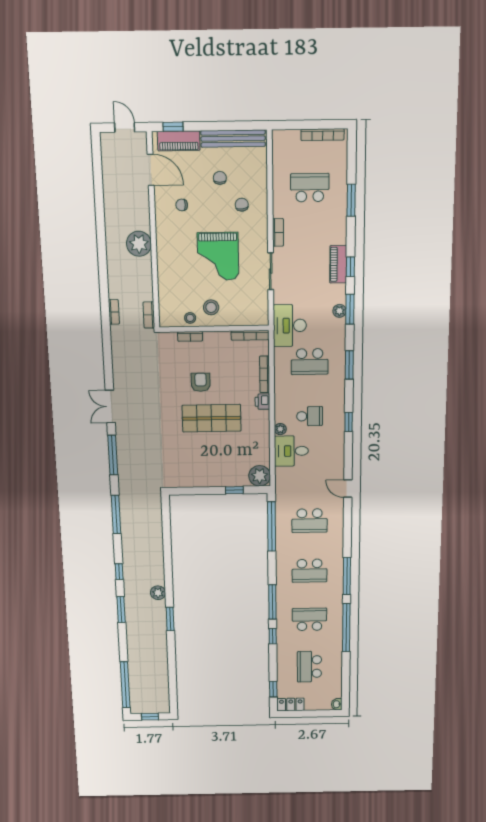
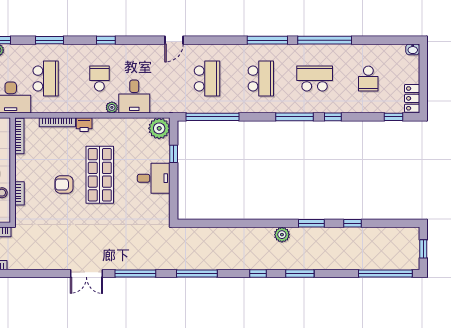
desk: (209, 471) -> (154, 178), added
school desk: (309, 619) -> (315, 79), turned 90
window: (172, 655) -> (353, 223), added
school desk: (309, 667) -> (368, 79), width x0.54

